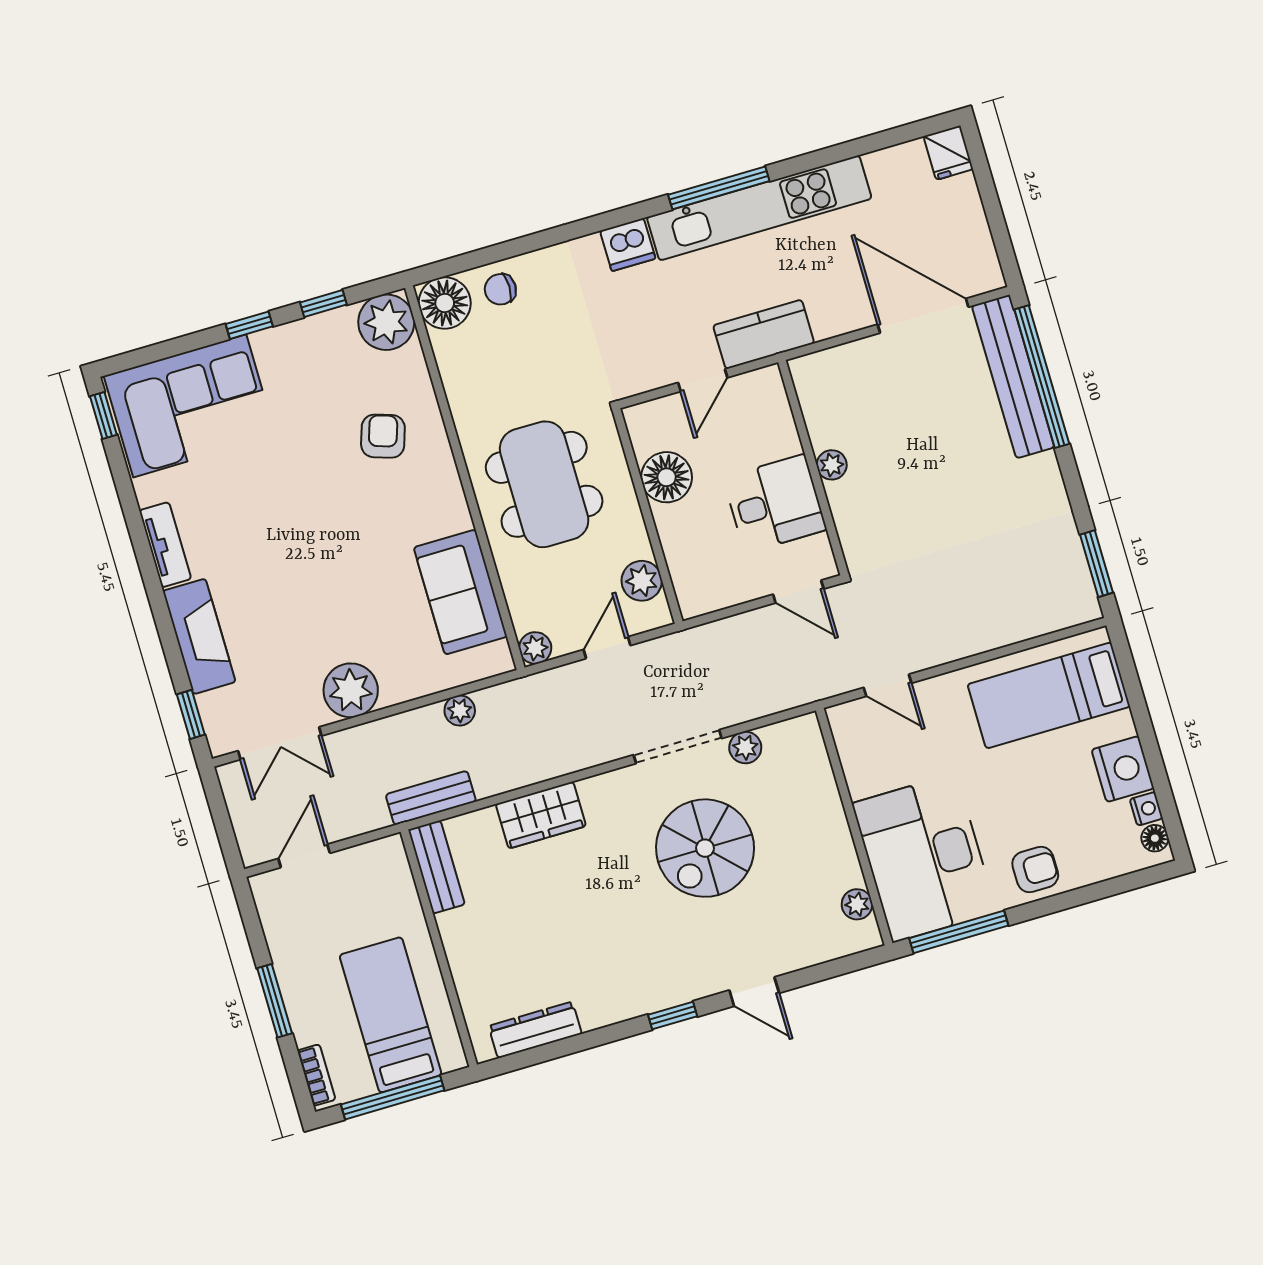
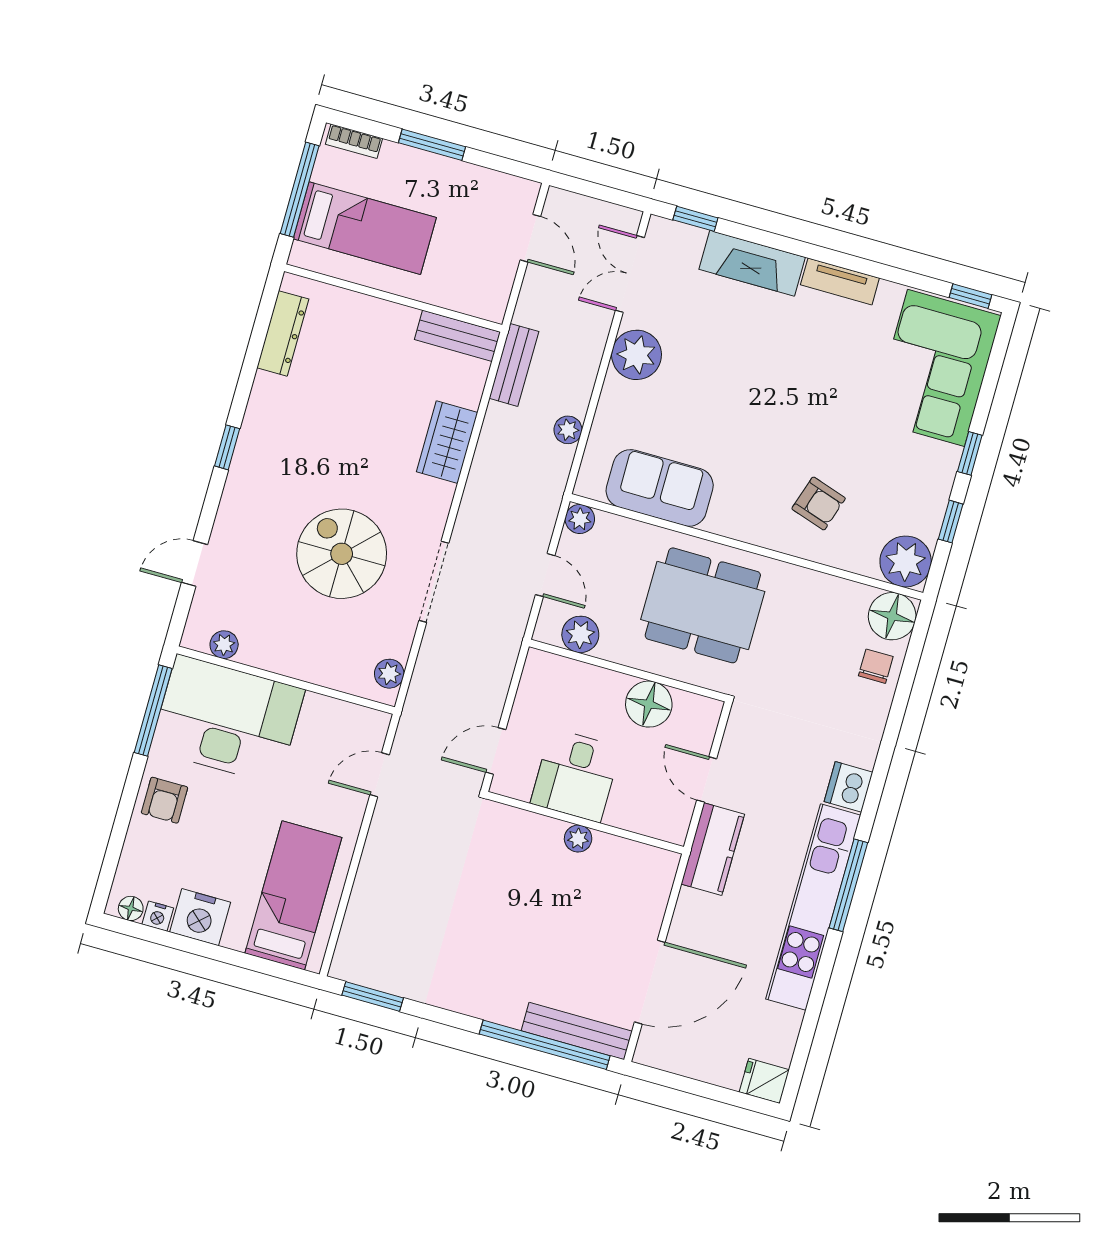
bench: (1013, 377) -> (577, 1031), width x0.73, depth x0.82
plant: (745, 747) -> (389, 674), moved
door: (754, 992) -> (194, 564), moved

